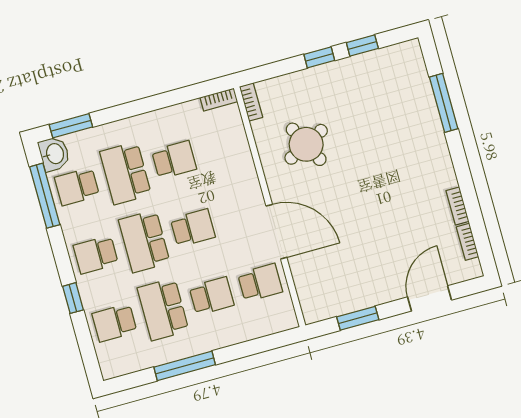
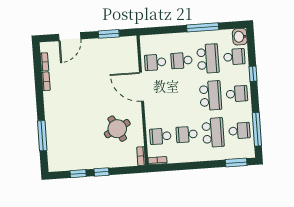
washbasin: (54, 154) -> (240, 37), moved
school desk: (193, 228) -> (160, 136), moved

